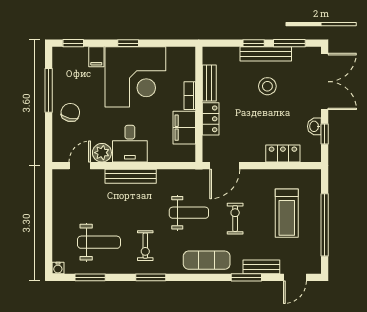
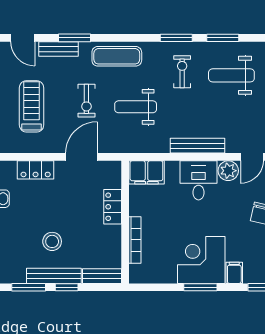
window: (128, 43) -> (200, 287), width x1.50
corner desk: (135, 77) -> (201, 260), width x0.74, depth x0.74
bench: (209, 83) -> (102, 276), moved, turned 90
bookcase: (190, 96) -> (135, 240), width x1.56
filing cabinet: (184, 128) -> (146, 172), moved, turned 90
door: (225, 166) -> (82, 157), moved
window: (90, 277) -> (223, 38), moved
door: (295, 277) -> (23, 38), swing flipped

